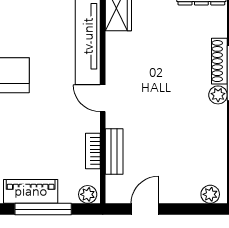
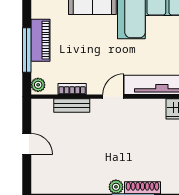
plant: (210, 194) -> (38, 181), removed
door: (145, 209) -> (27, 144), moved

